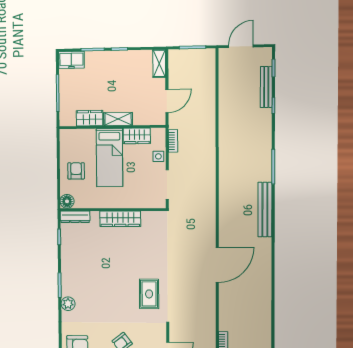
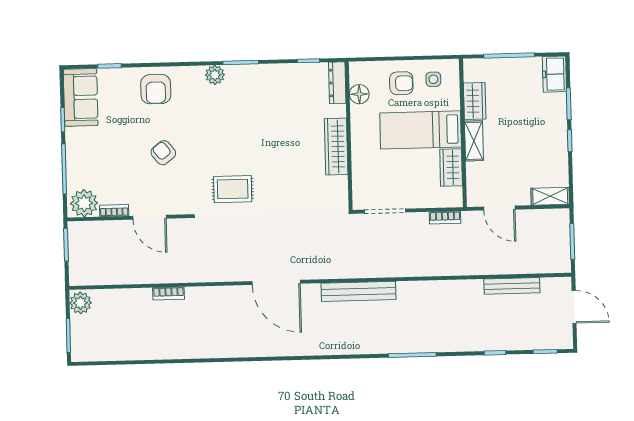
bench: (266, 87) -> (512, 286), moved
side table: (158, 156) -> (433, 79), moved
floor lamp: (67, 201) -> (359, 94), moved
bench: (265, 210) -> (359, 291), moved

